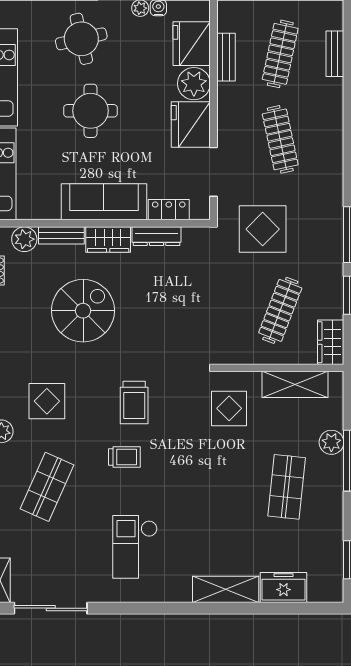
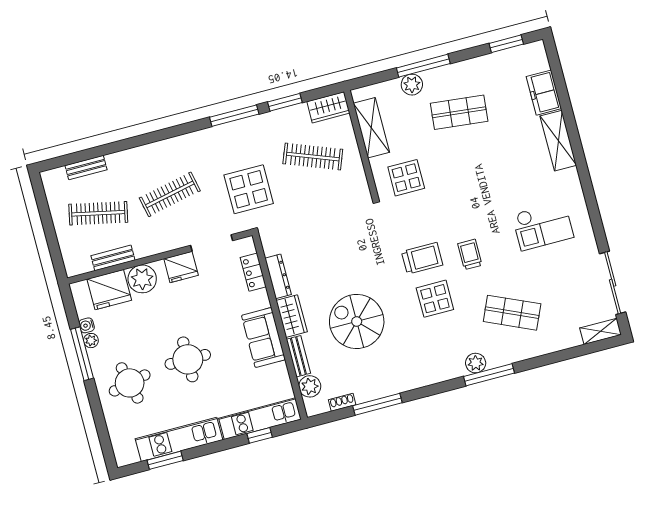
fridge: (191, 125) -> (181, 267), width x0.73, depth x0.75
sofa: (104, 202) -> (263, 337), width x0.73
display table: (47, 401) -> (435, 299), moved

